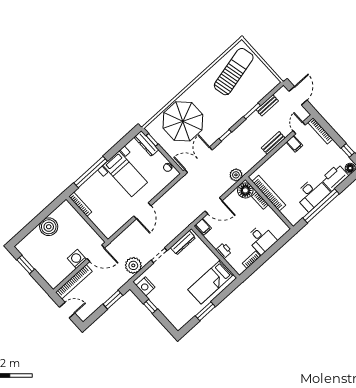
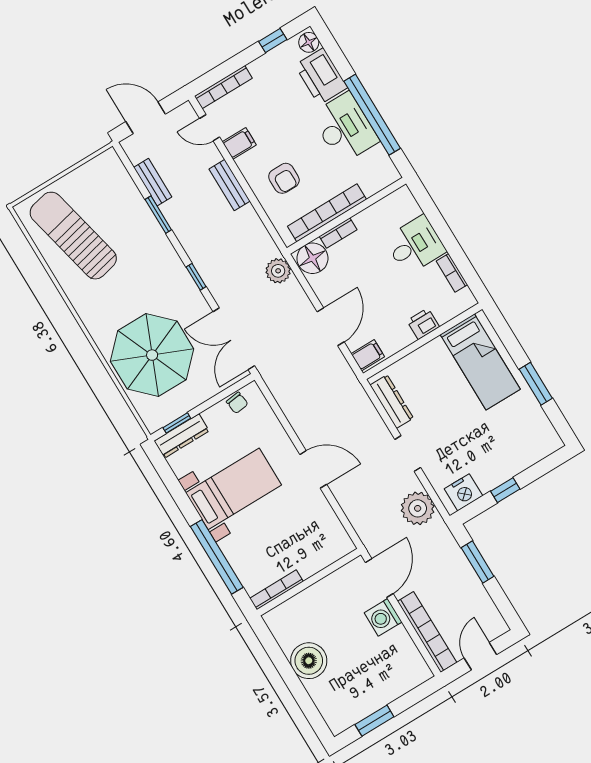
armchair: (282, 169) -> (284, 178), added

